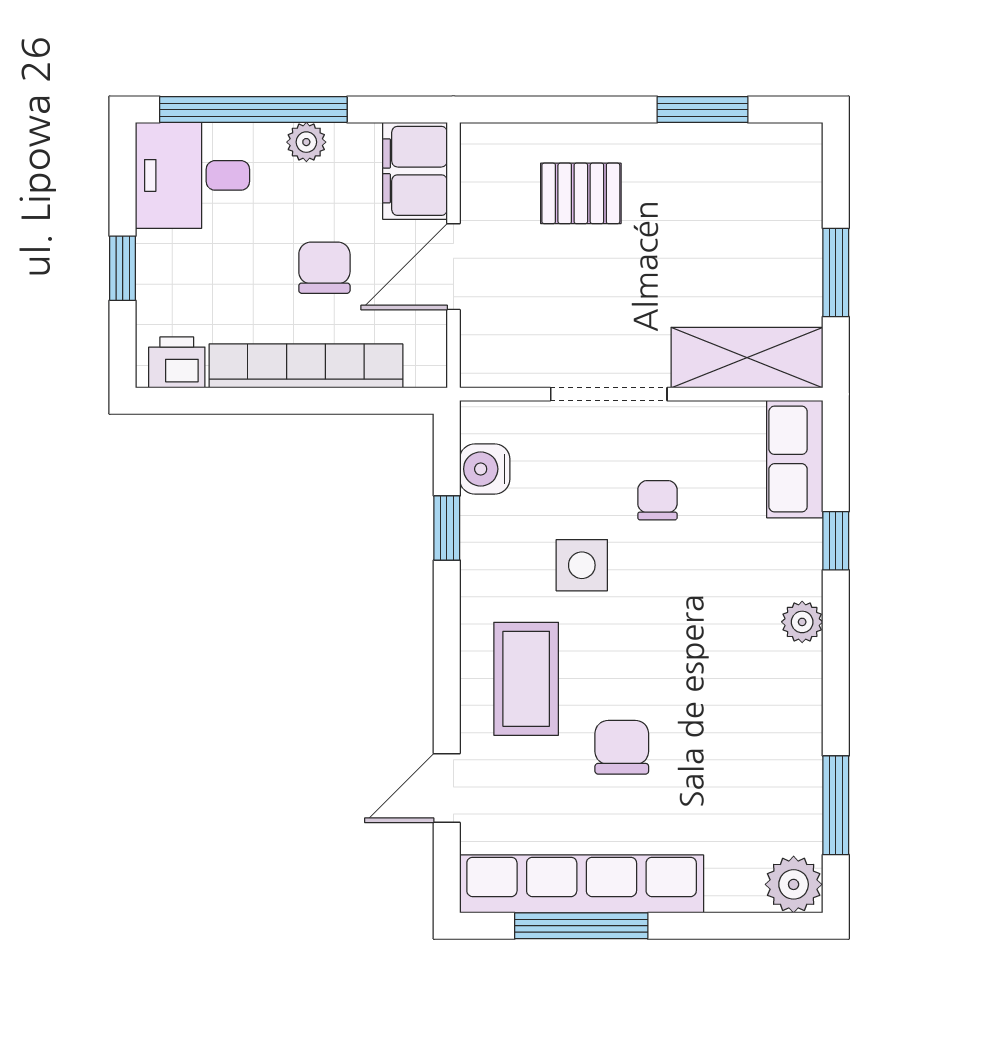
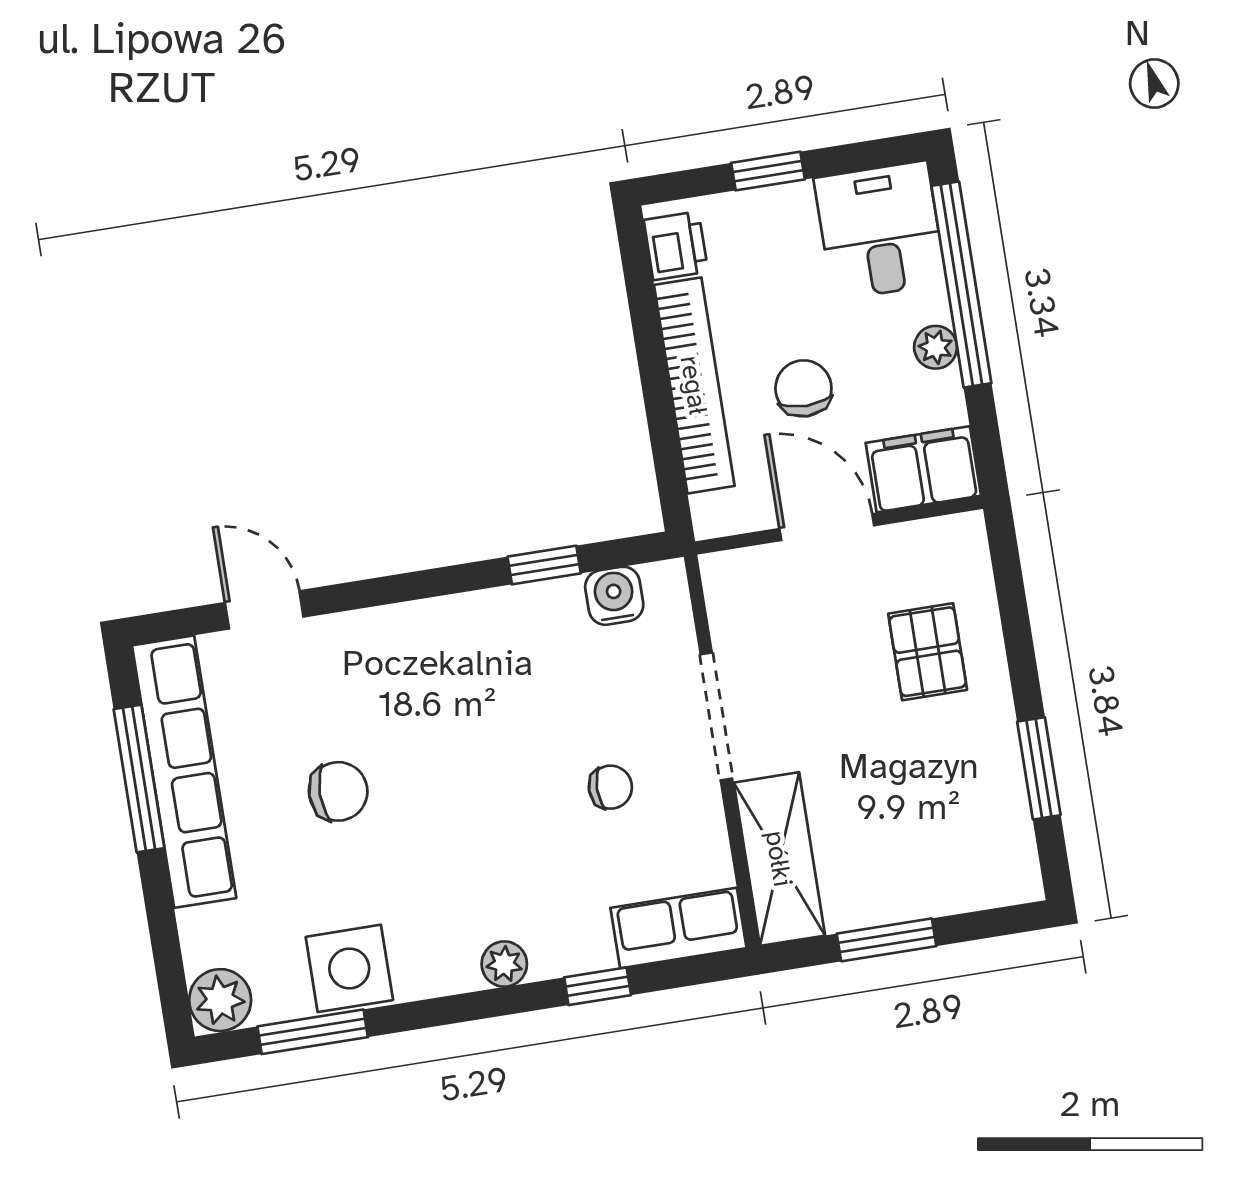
chair: (324, 268) -> (803, 388), turned -90
side table: (582, 565) -> (349, 968), moved, width x1.37, depth x1.37
coffee table: (526, 679) -> (395, 677), removed

